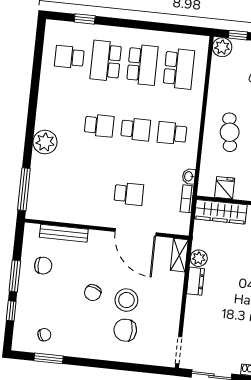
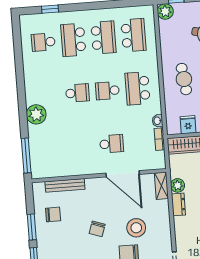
school desk: (136, 129) -> (107, 91), turned 180
school desk: (172, 133) -> (138, 88), width x1.85
stool: (126, 300) -> (136, 228), moved

